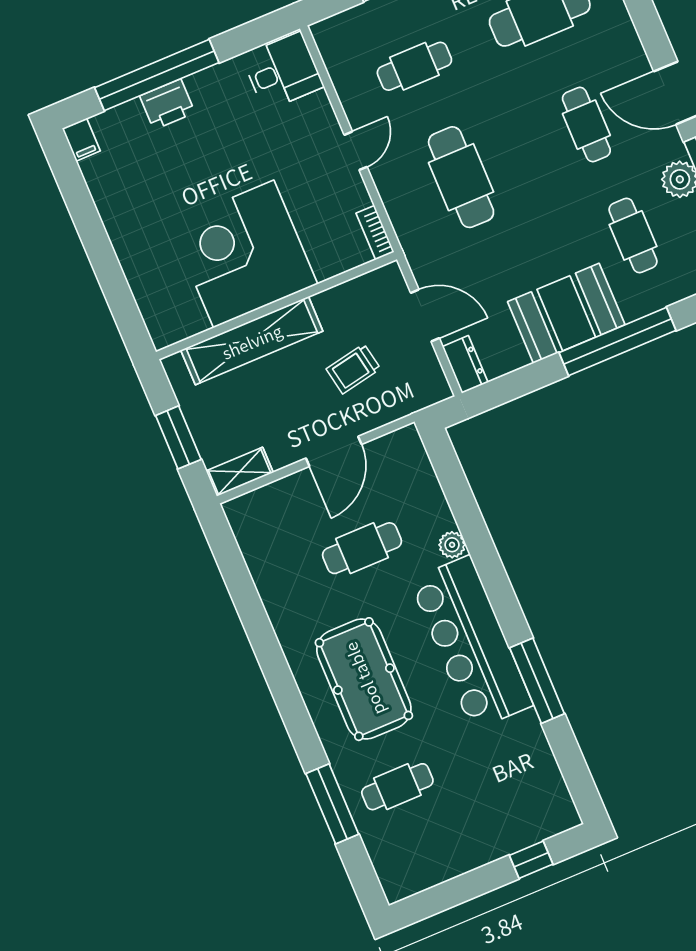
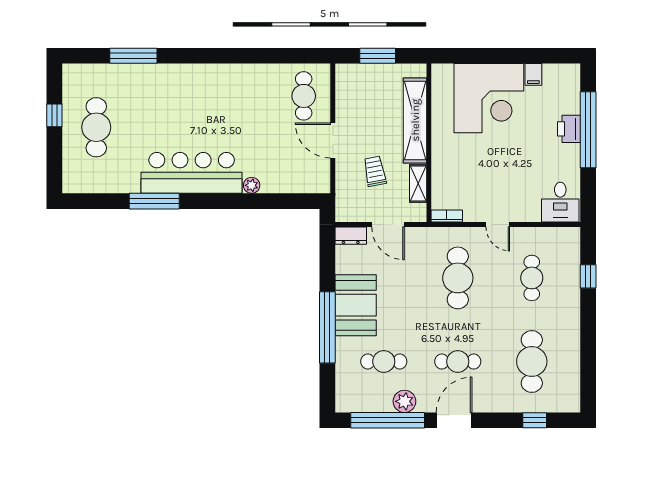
filing cabinet: (81, 140) -> (533, 74), moved, turned -90
cafe table: (461, 177) -> (458, 278), turned 90
corner desk: (244, 254) -> (489, 98), moved, turned 90
door: (425, 316) -> (388, 225), hinge flipped
shelving: (240, 472) -> (418, 183), moved
cafe table: (362, 548) -> (304, 96), moved
pool table: (364, 679) -> (197, 103), removed
cafe table: (397, 787) -> (96, 127), moved, width x1.37, depth x1.35
window: (531, 860) -> (54, 115), moved

